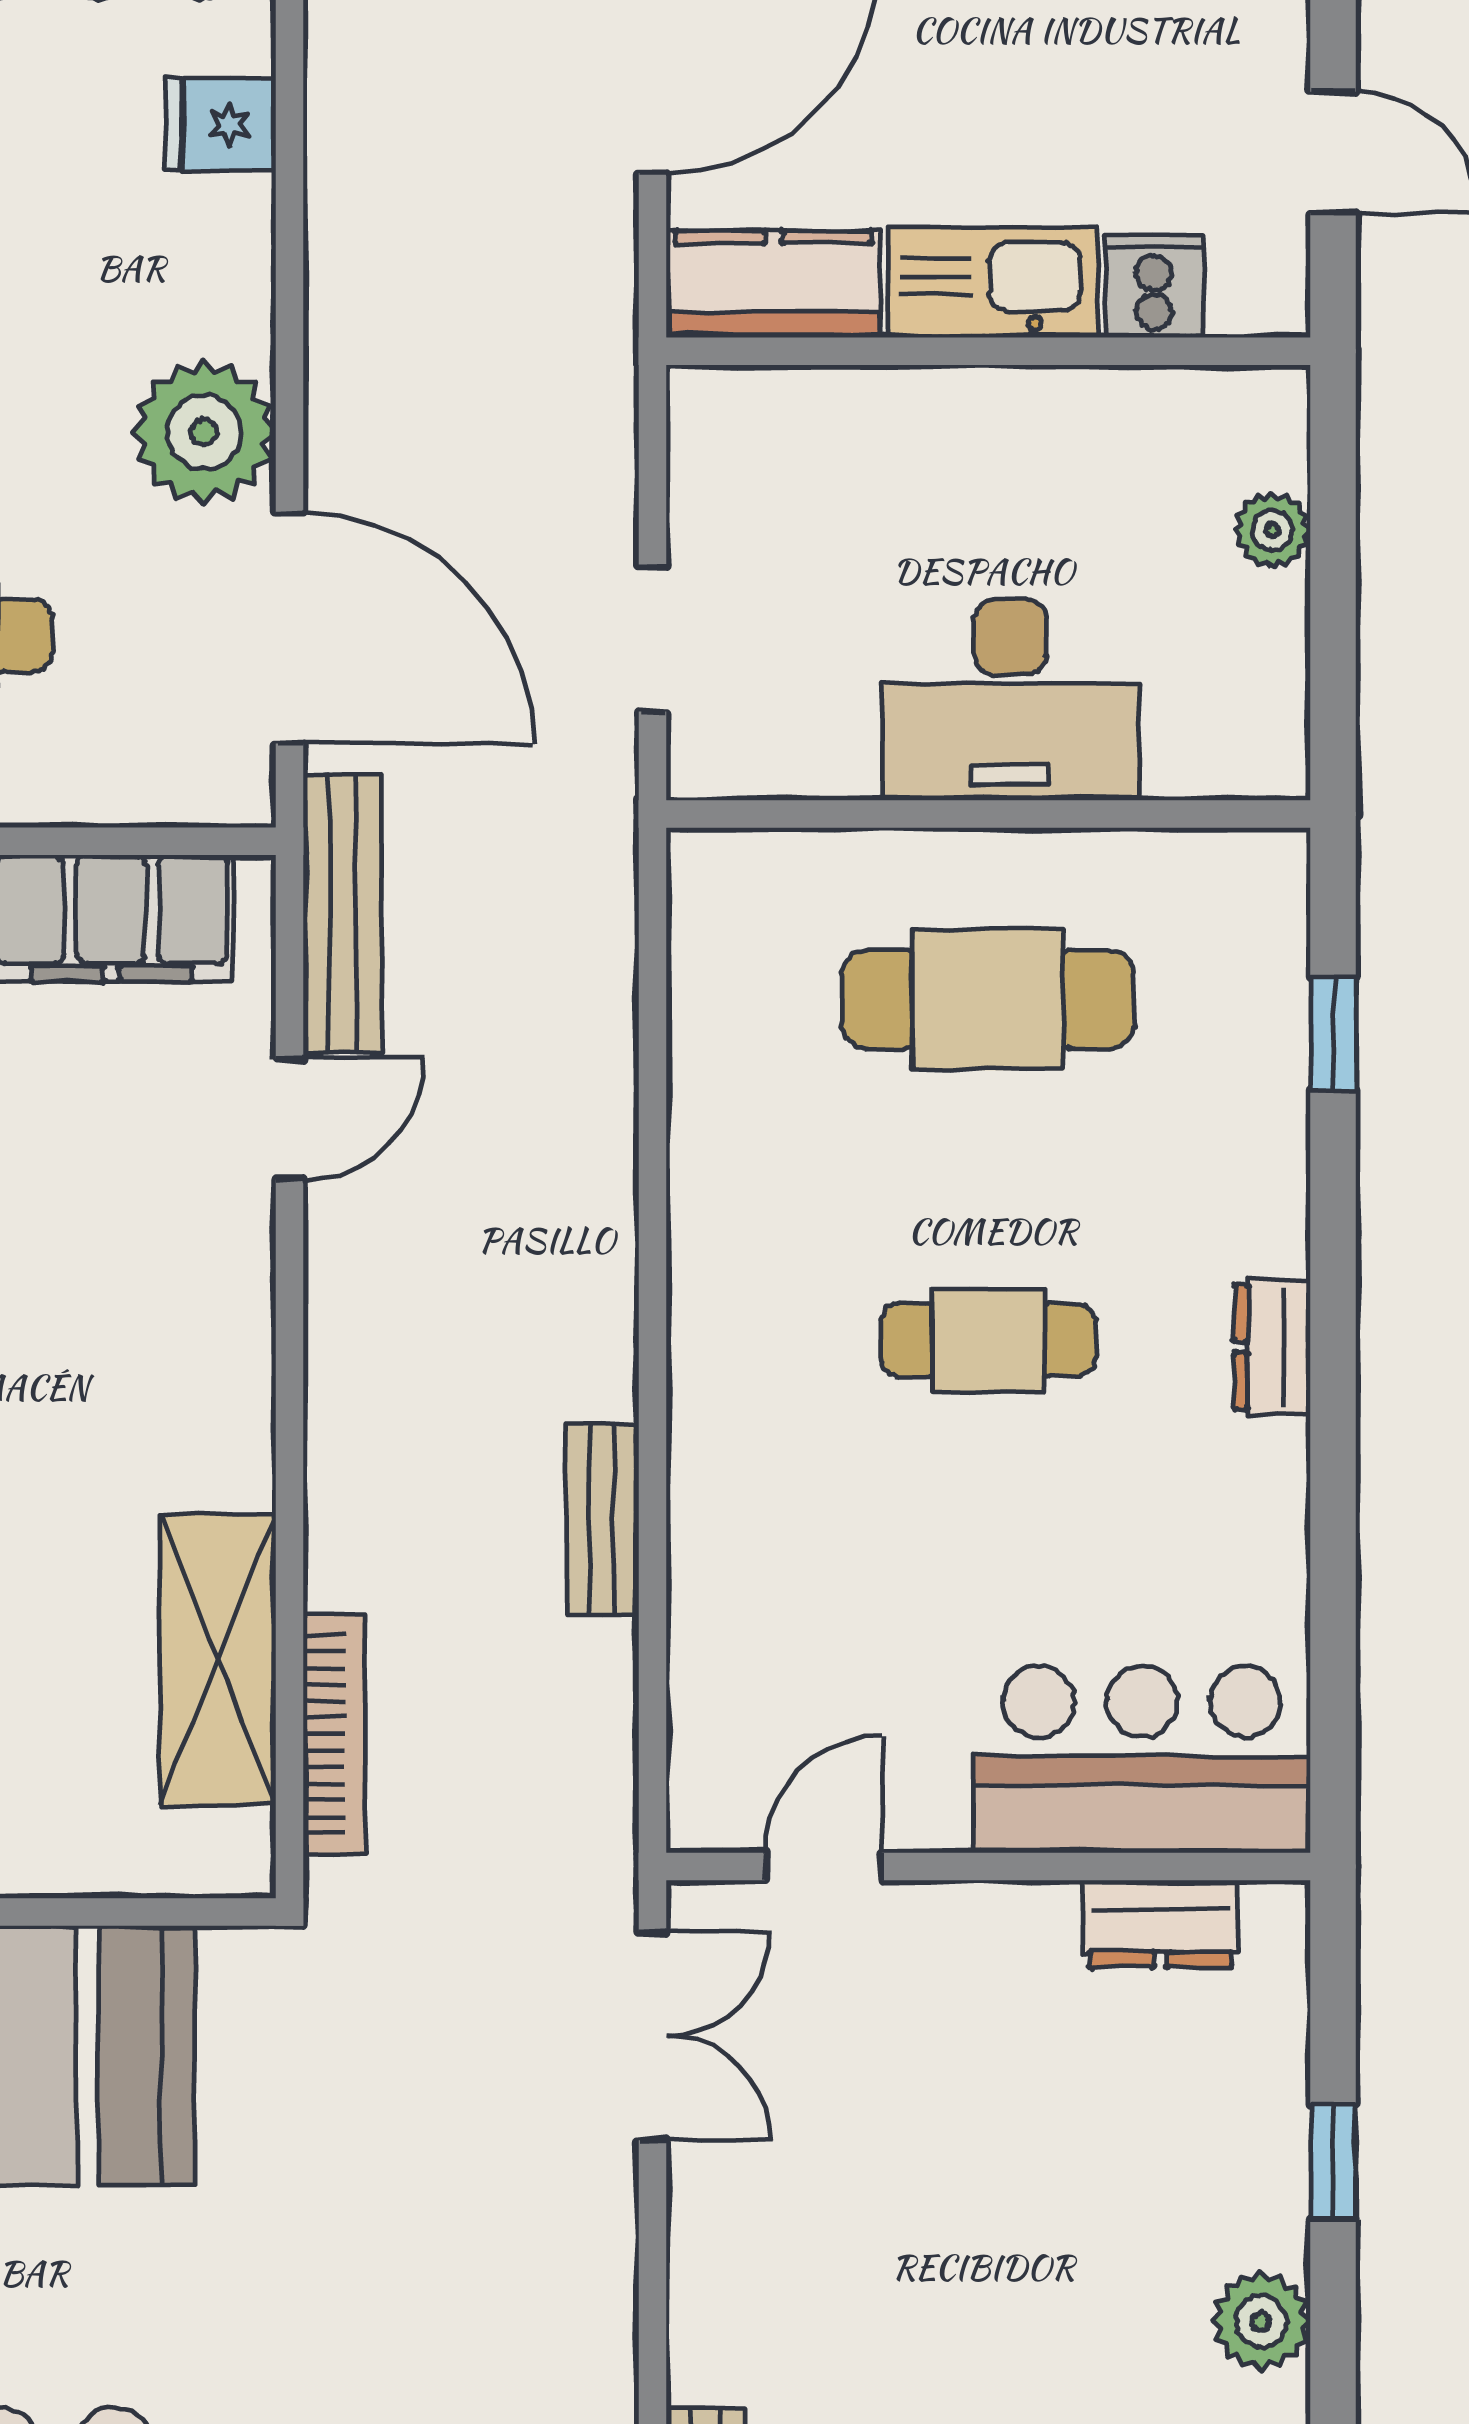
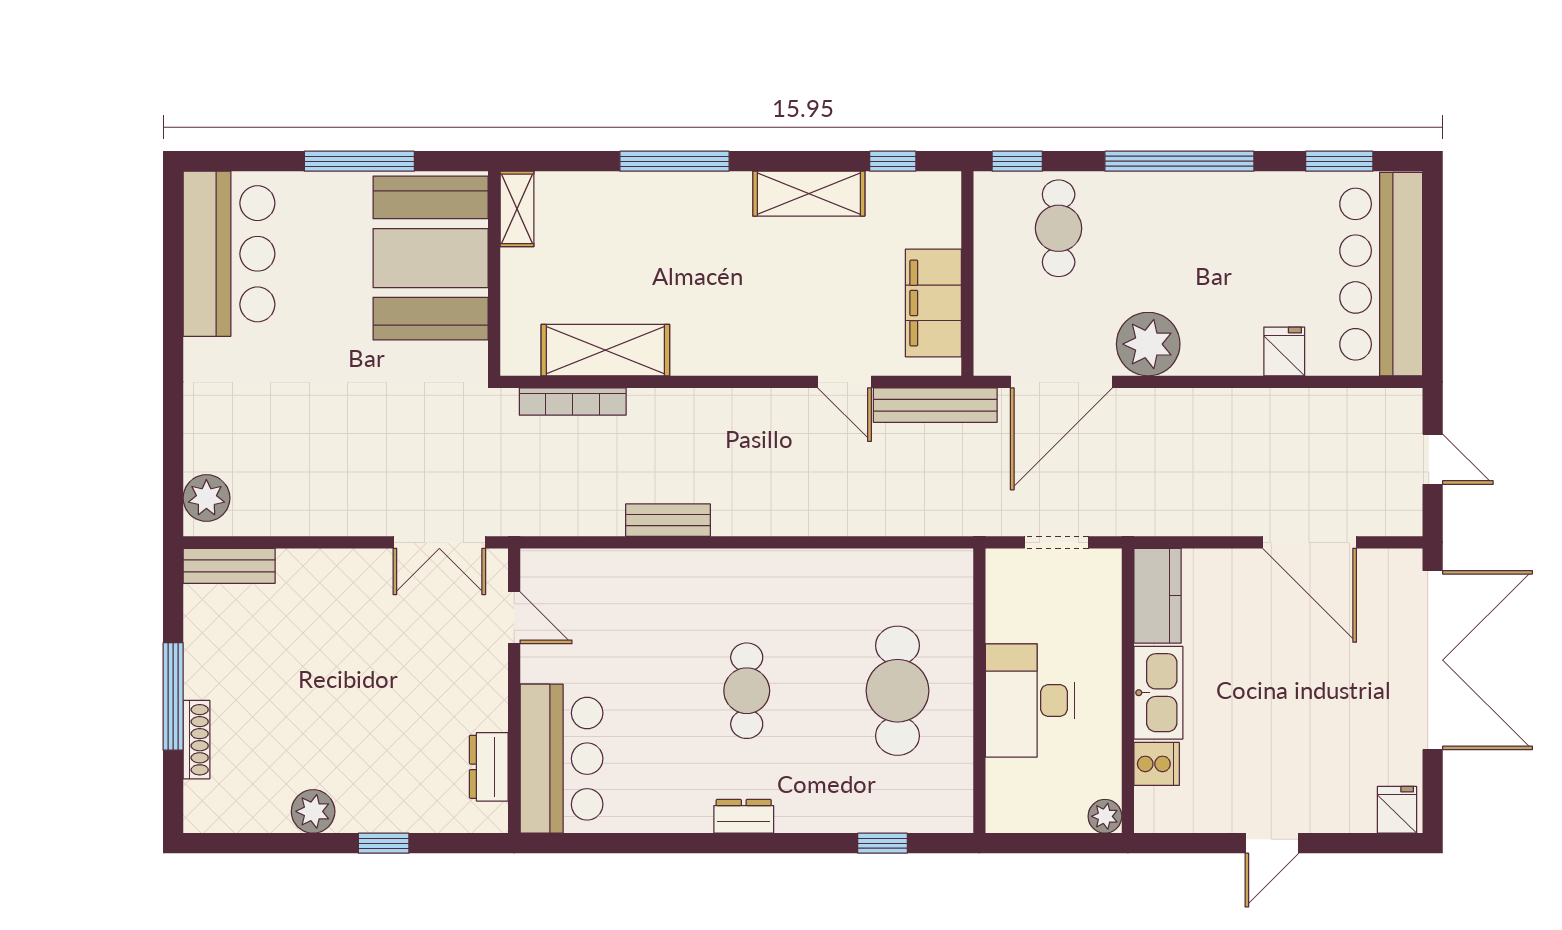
kitchen sink: (993, 282) -> (1158, 693), moved
kitchen counter: (773, 284) -> (1158, 596), moved
cooker: (1154, 286) -> (1157, 764), moved
wall: (988, 351) -> (1128, 691), moved

